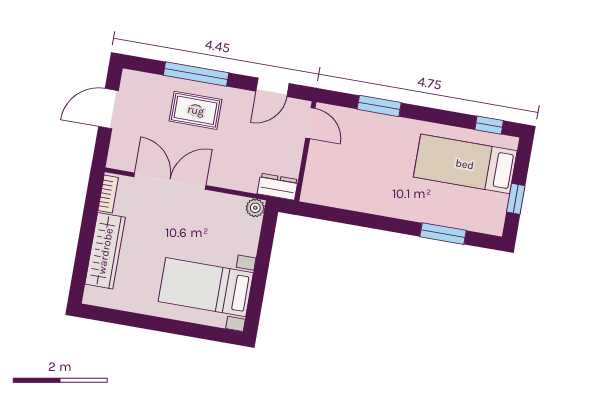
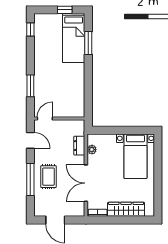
bed: (465, 164) -> (74, 38), moved
dresser: (278, 187) -> (79, 146), moved
plant: (255, 208) -> (92, 150), moved

